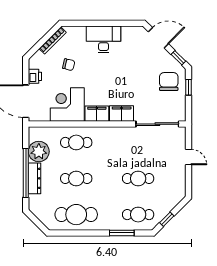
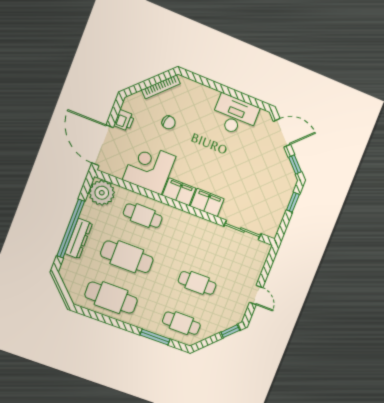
desk: (104, 39) -> (235, 116), moved
chair: (169, 82) -> (274, 187), removed
sliding door: (157, 124) -> (242, 230), width x0.73
plant: (39, 151) -> (102, 193), moved
door: (188, 157) -> (256, 295), moved
cafe table: (76, 179) -> (127, 257), width x1.37, depth x1.35
window: (167, 219) -> (230, 331), moved

